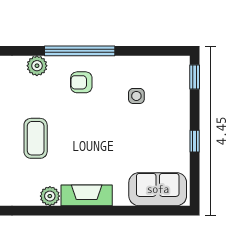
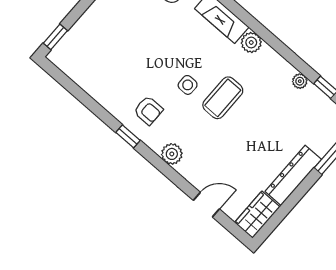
window: (80, 51) -> (128, 136), width x0.32
side table: (136, 96) -> (188, 85), moved

